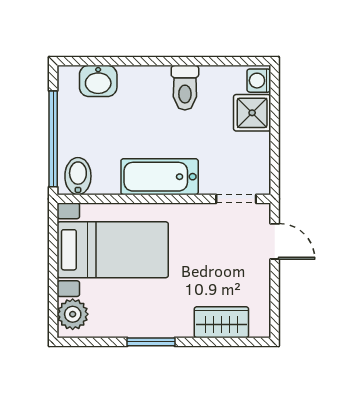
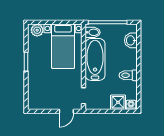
bathtub: (160, 177) -> (95, 59), width x1.36, depth x1.36
wardrobe: (221, 322) -> (34, 90), removed

